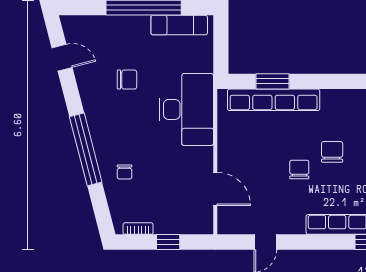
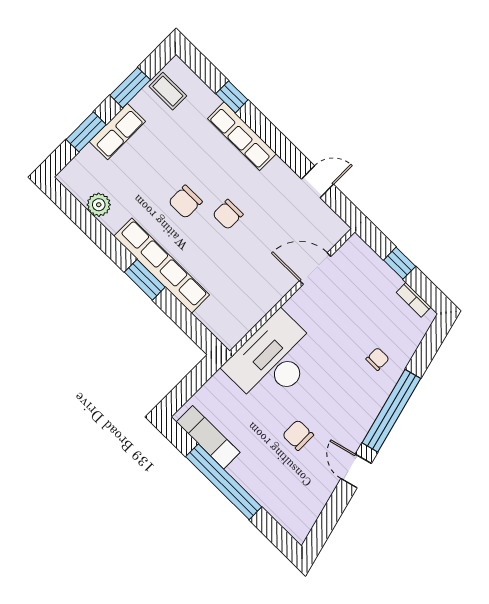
door: (62, 58) -> (356, 471), moved
window: (272, 81) -> (145, 280), moved
row of seats: (274, 100) -> (162, 266), moved
door: (215, 189) -> (315, 269), hinge flipped

